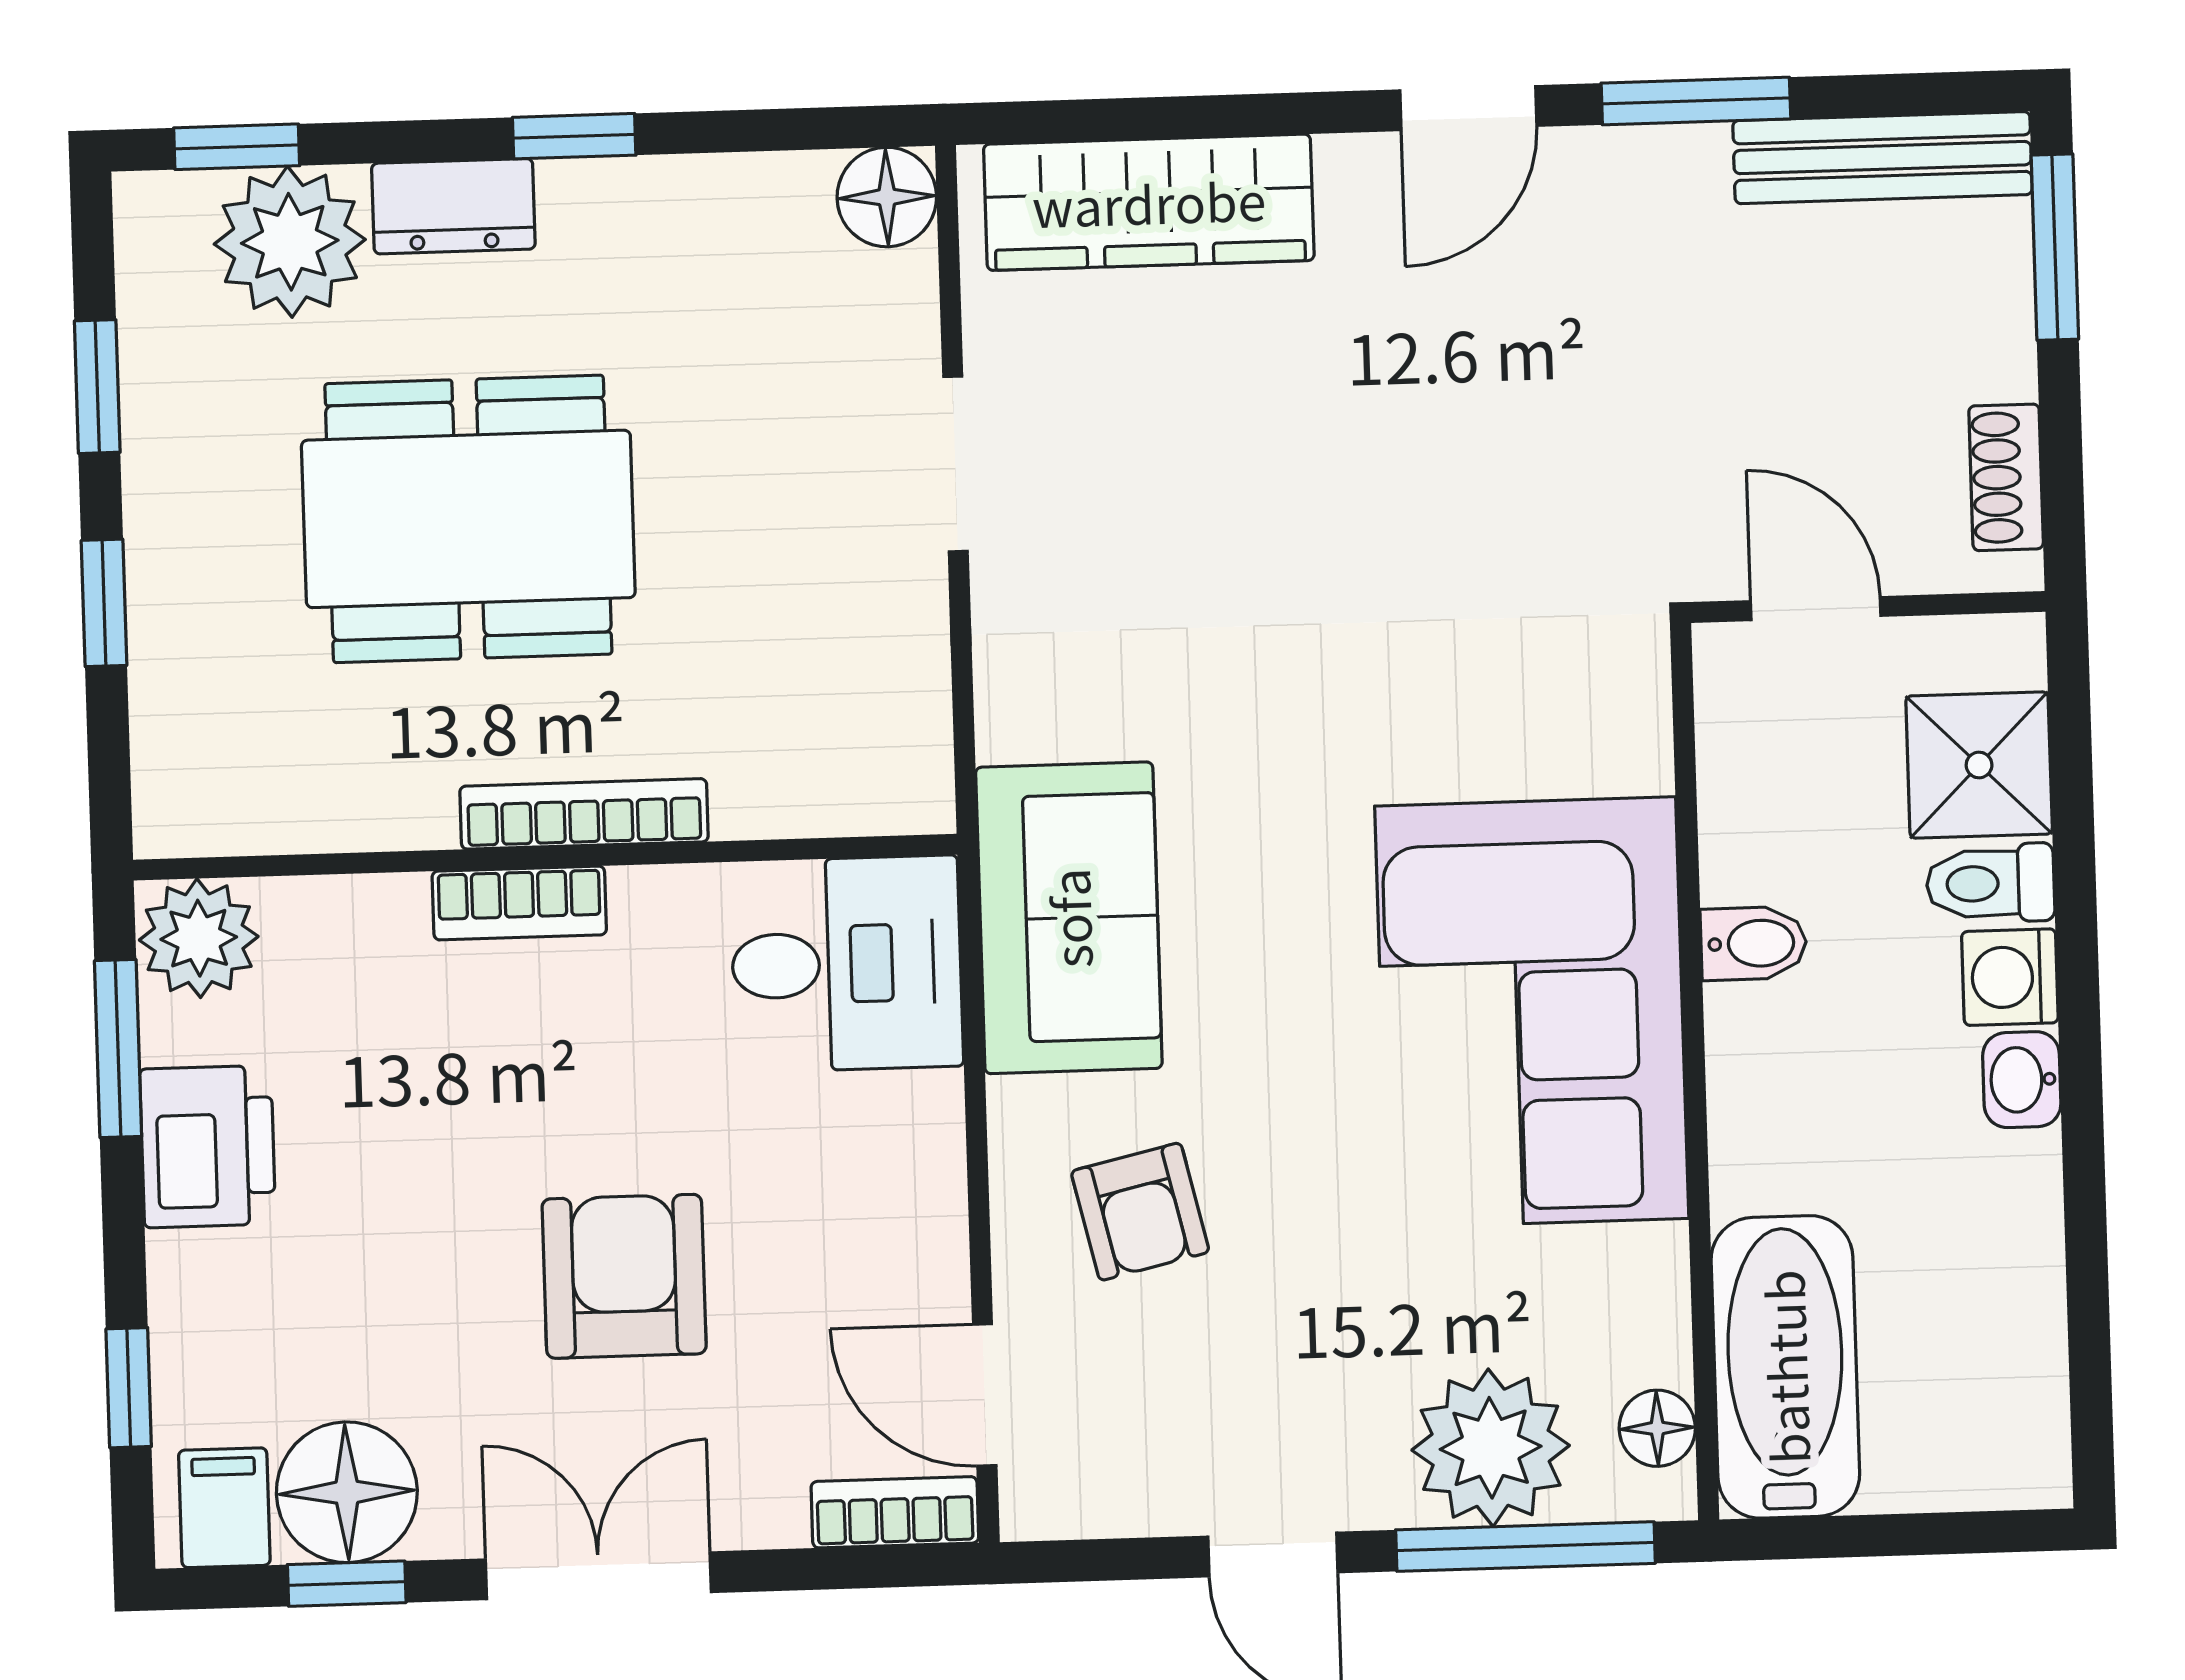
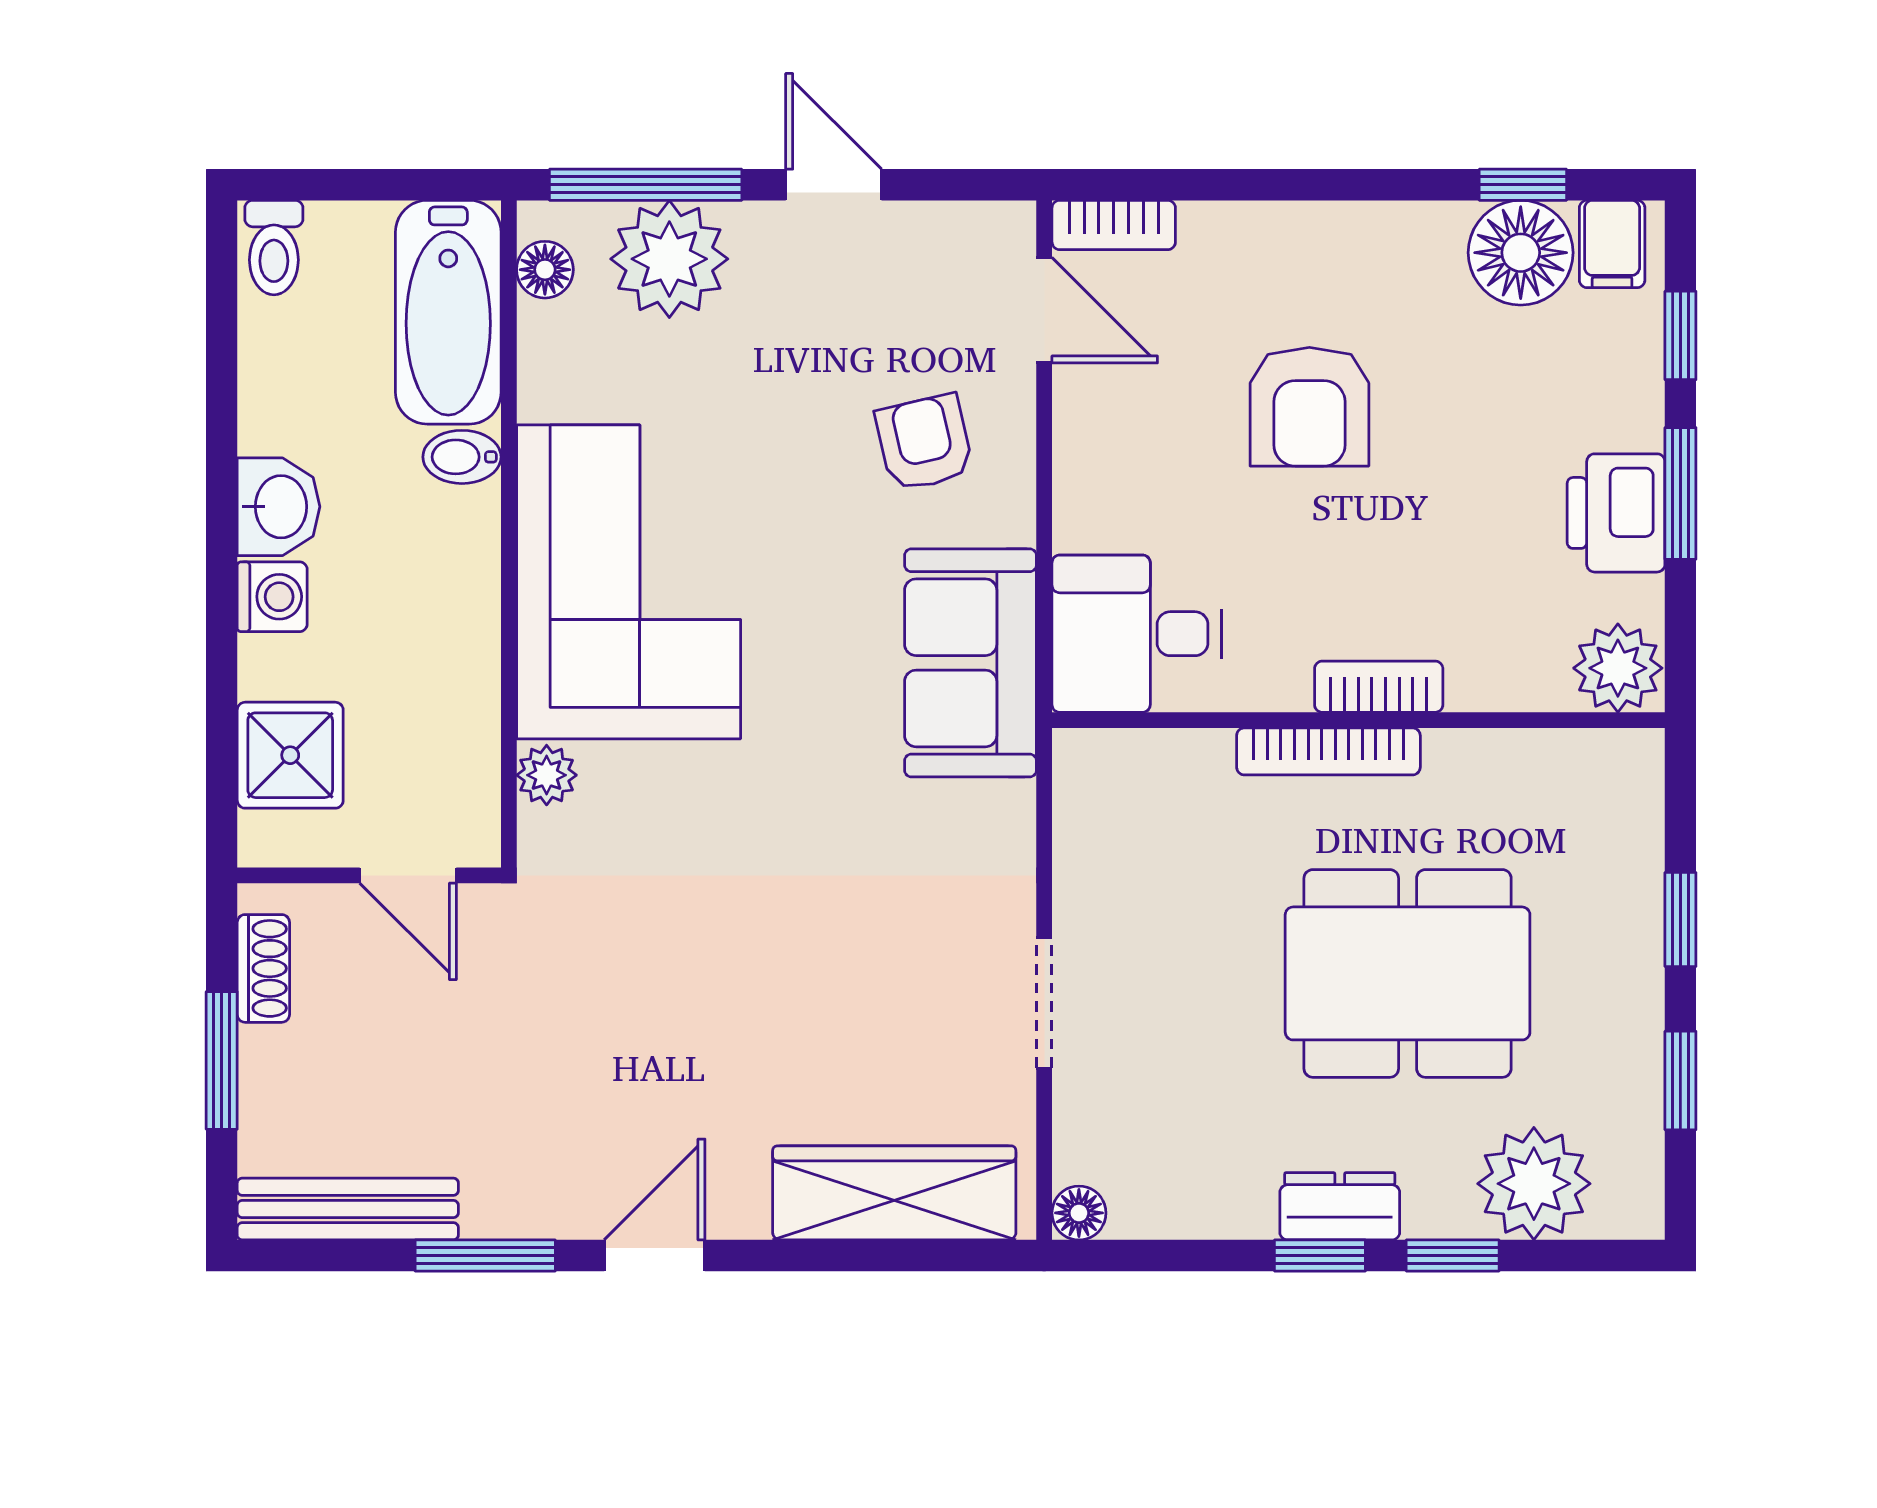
window: (237, 147) -> (1453, 1256), moved
floor lamp: (887, 197) -> (1079, 1213), width x0.73, depth x0.73
dresser: (453, 206) -> (1340, 1206), moved
window: (2055, 247) -> (222, 1060), moved
plant: (1634, 749) -> (547, 775), added
toilet: (1990, 883) -> (274, 248), moved, turned 90
bidet: (1754, 943) -> (462, 457), moved
window: (118, 1049) -> (1680, 493), moved
washbasin: (2022, 1080) -> (279, 507), width x1.38, depth x1.45
double door: (598, 1576) -> (1336, 185), removed

